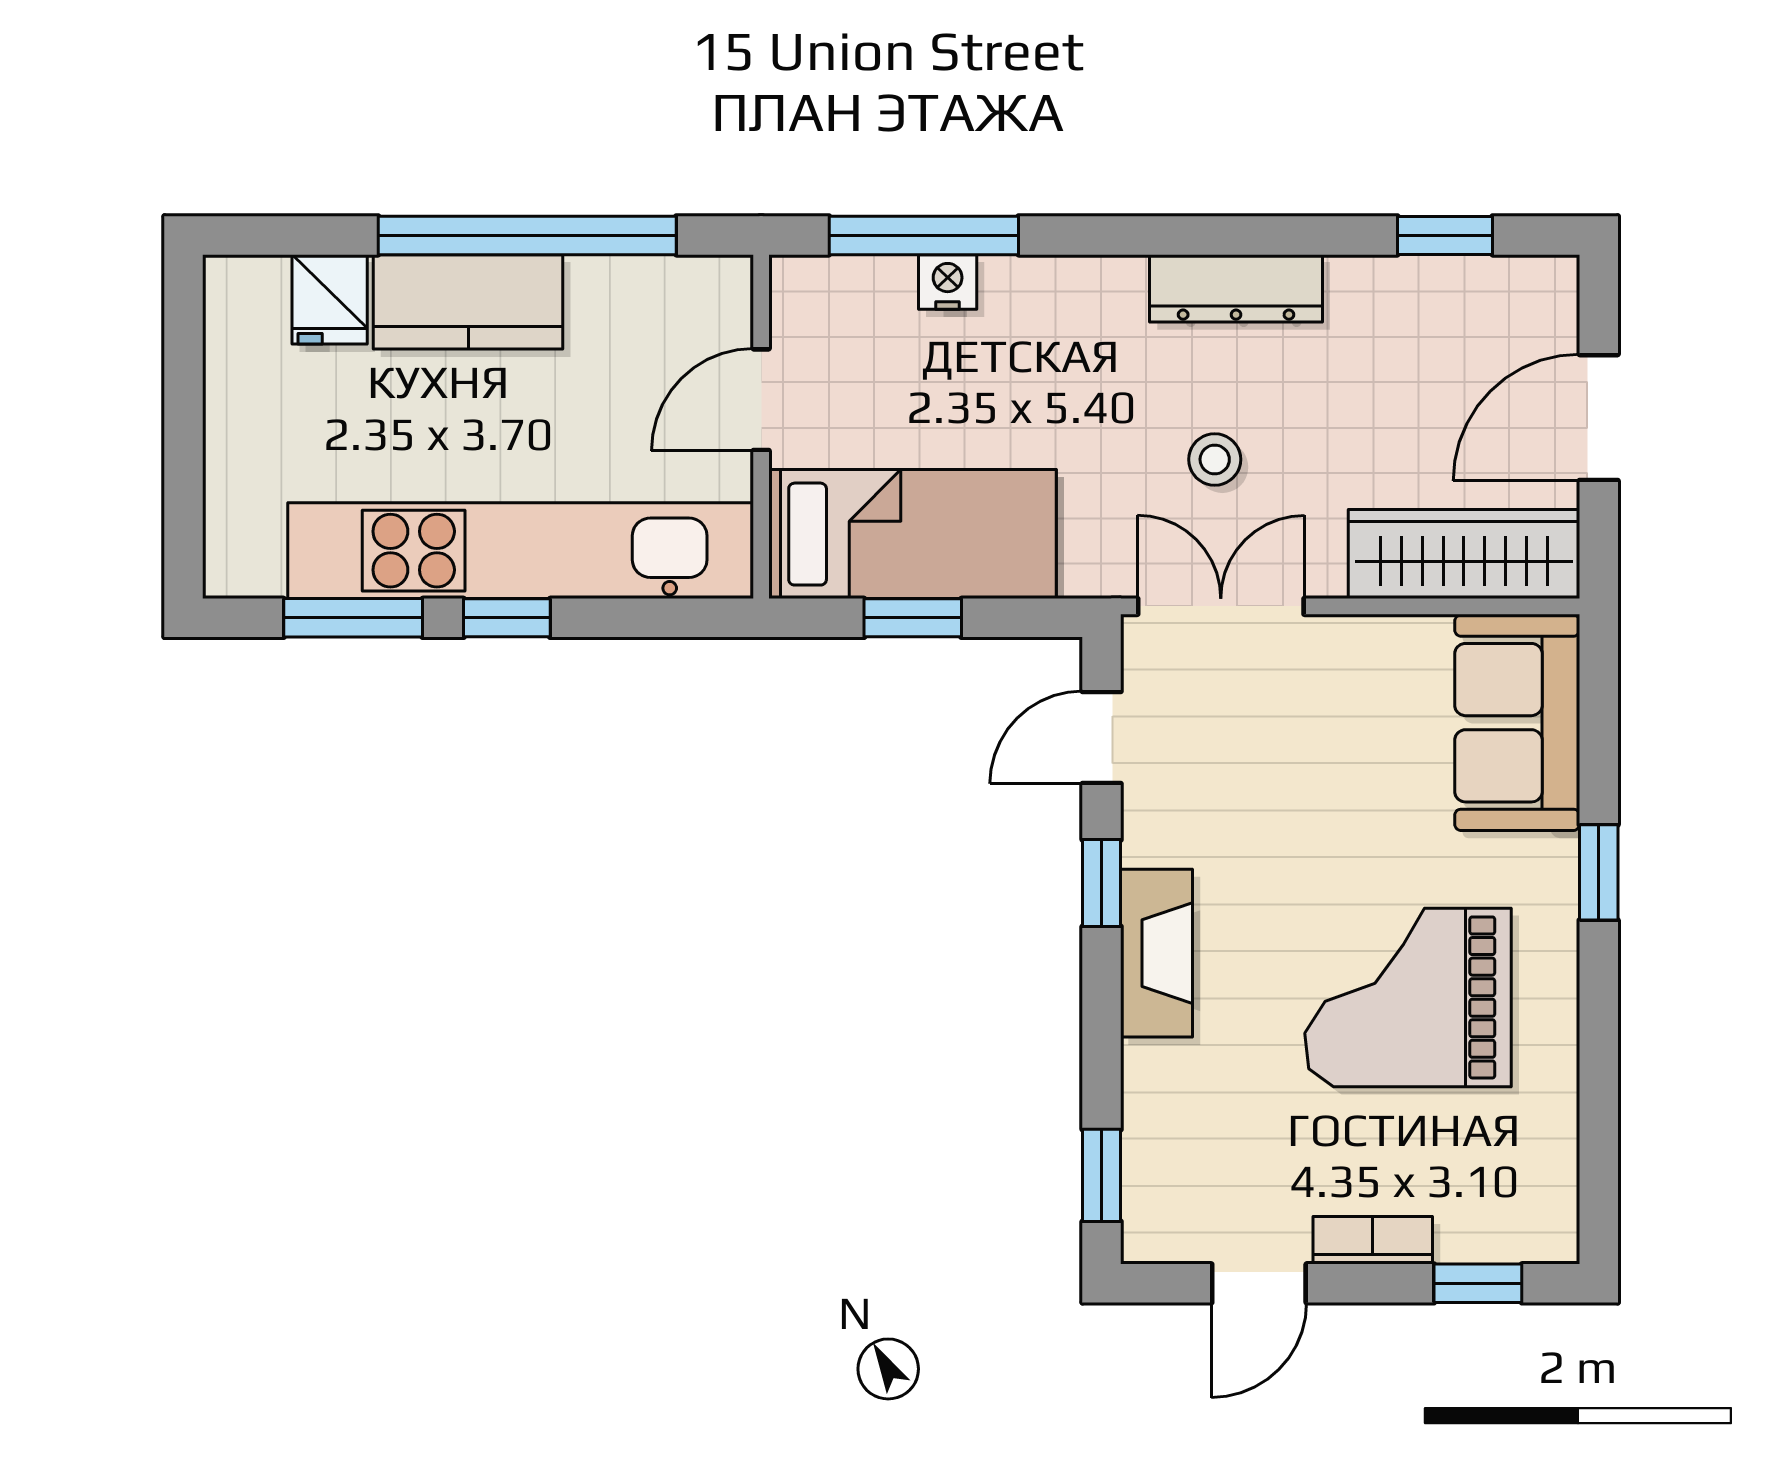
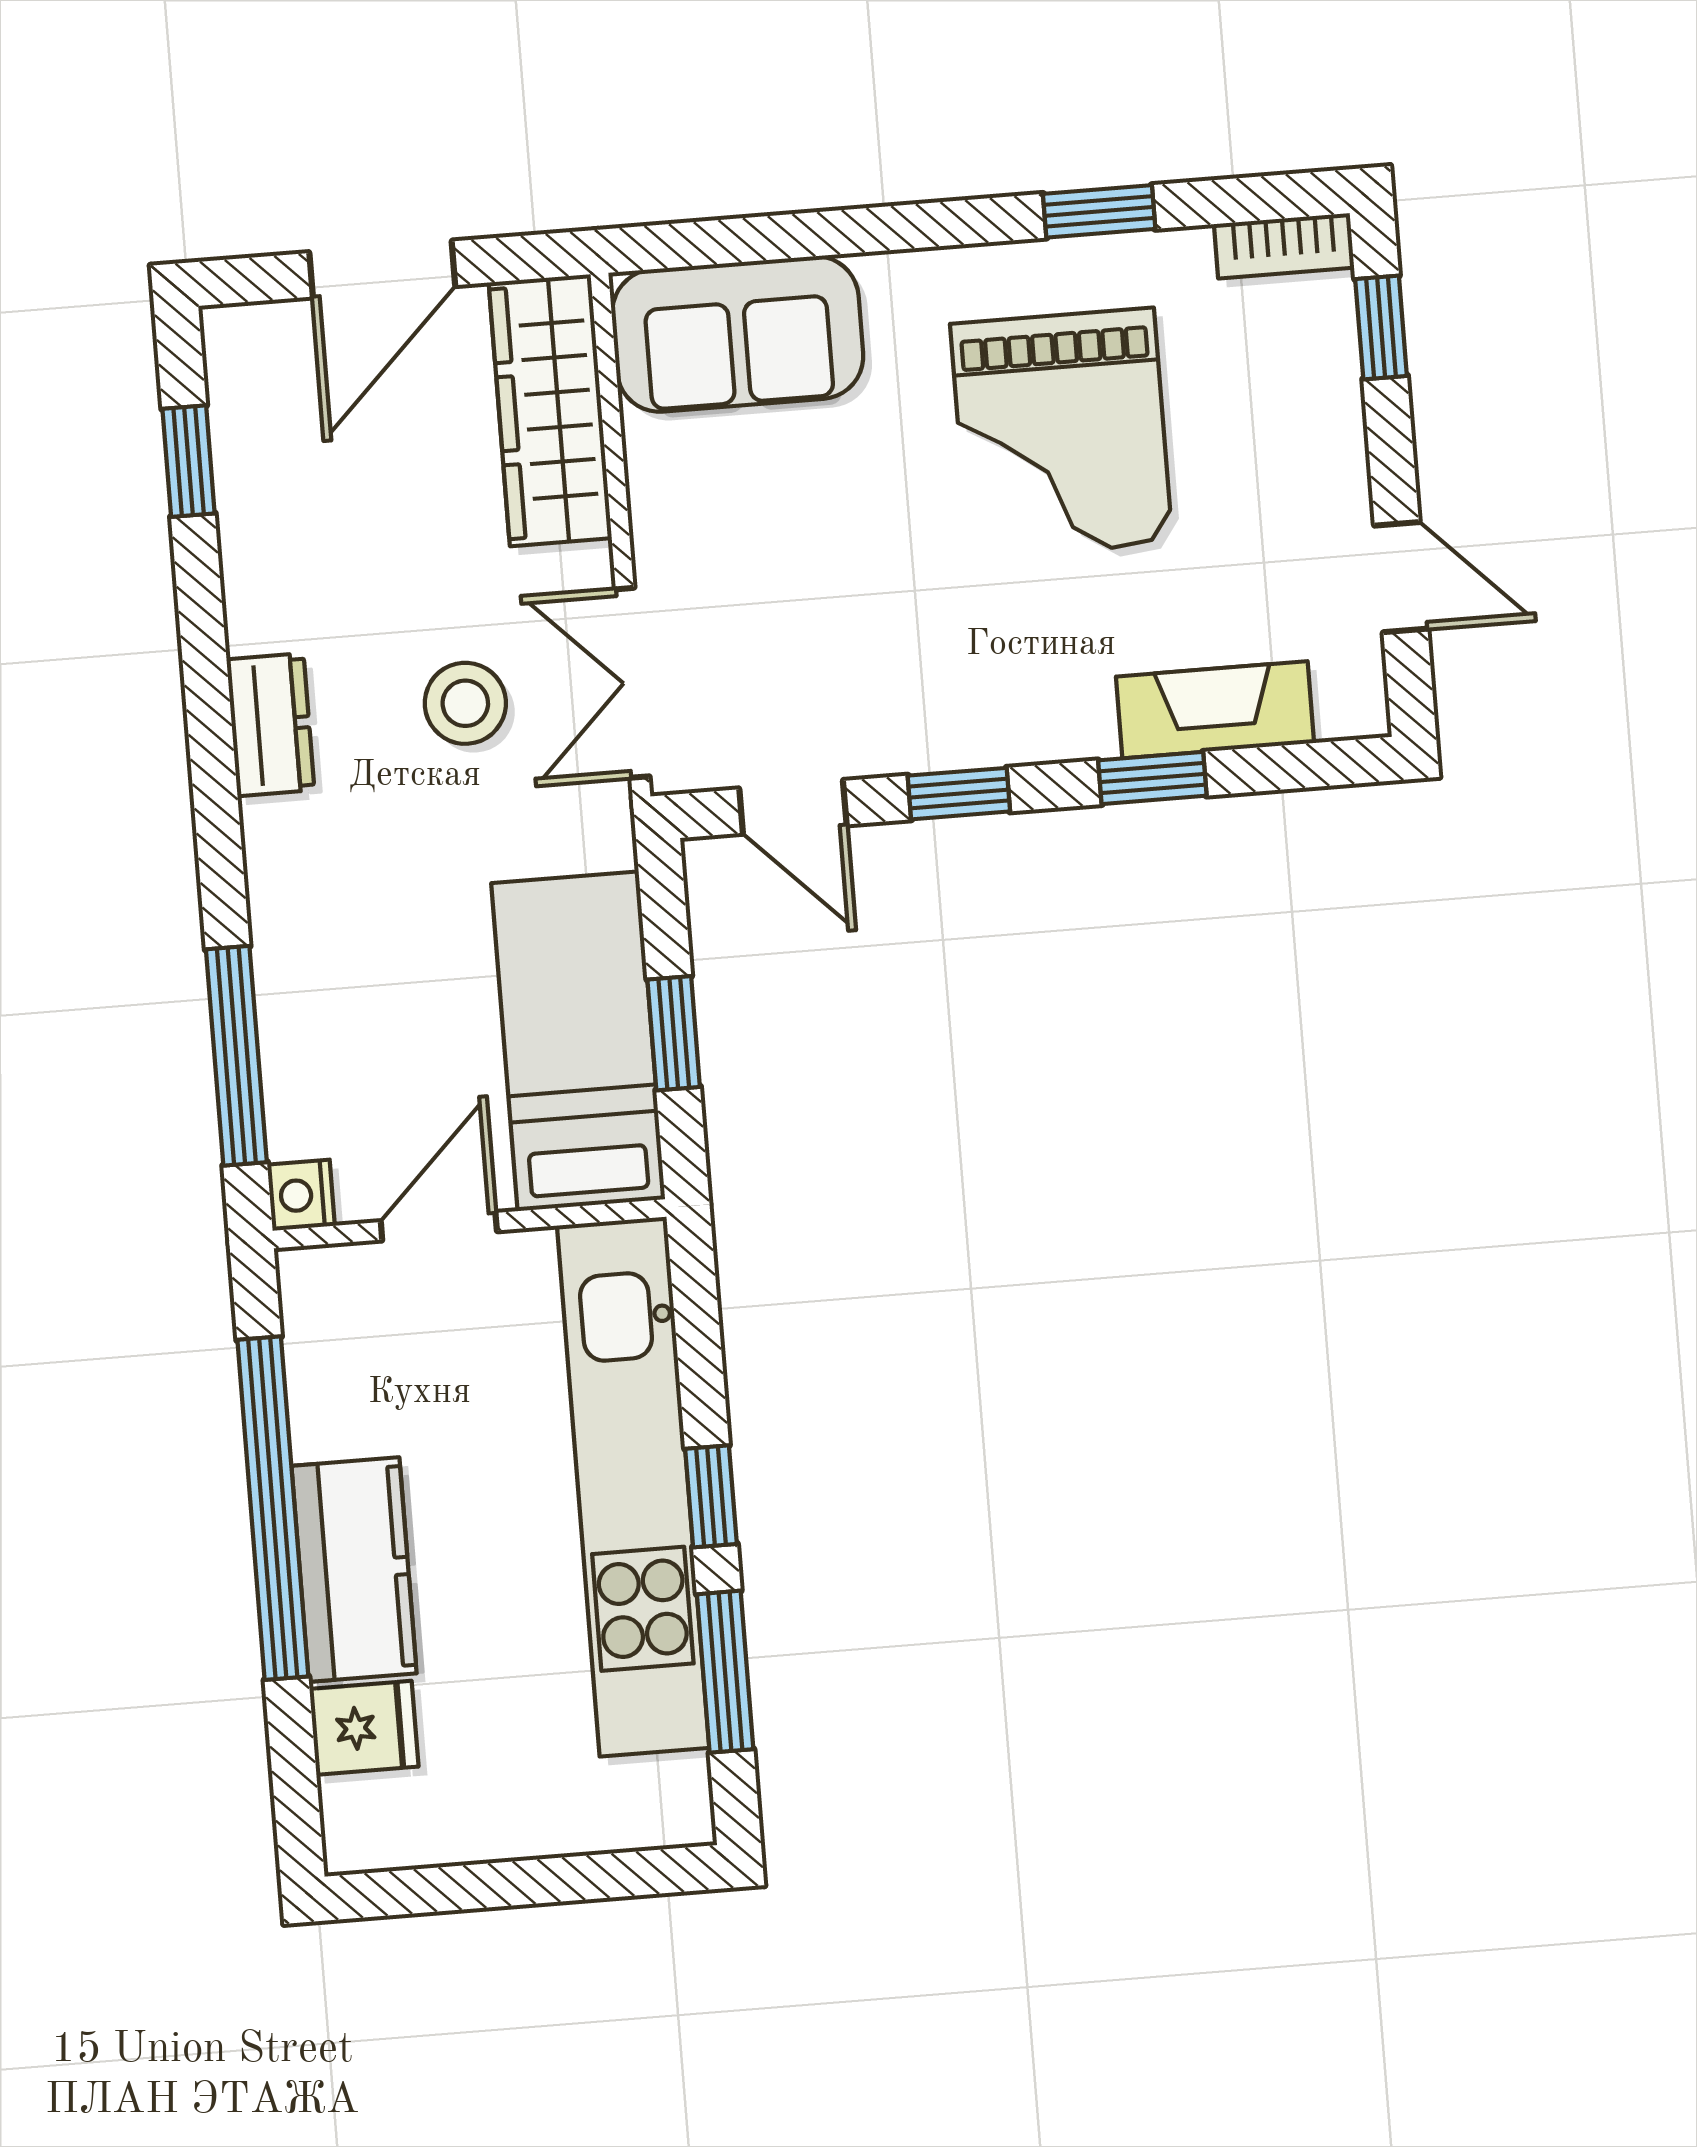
nightstand: (948, 282) -> (301, 1195), moved
dresser: (1236, 288) -> (270, 725), width x0.70
door: (761, 400) -> (439, 1226), swing flipped
door: (1599, 418) -> (382, 269), hinge flipped
stool: (1215, 459) -> (465, 703), width x1.37, depth x1.37
window: (1599, 872) -> (1099, 211), moved
fireplace: (1157, 953) -> (1215, 710), moved
window: (1102, 1175) -> (1152, 778), moved
bookcase: (1373, 1240) -> (1284, 246), moved, turned -90

